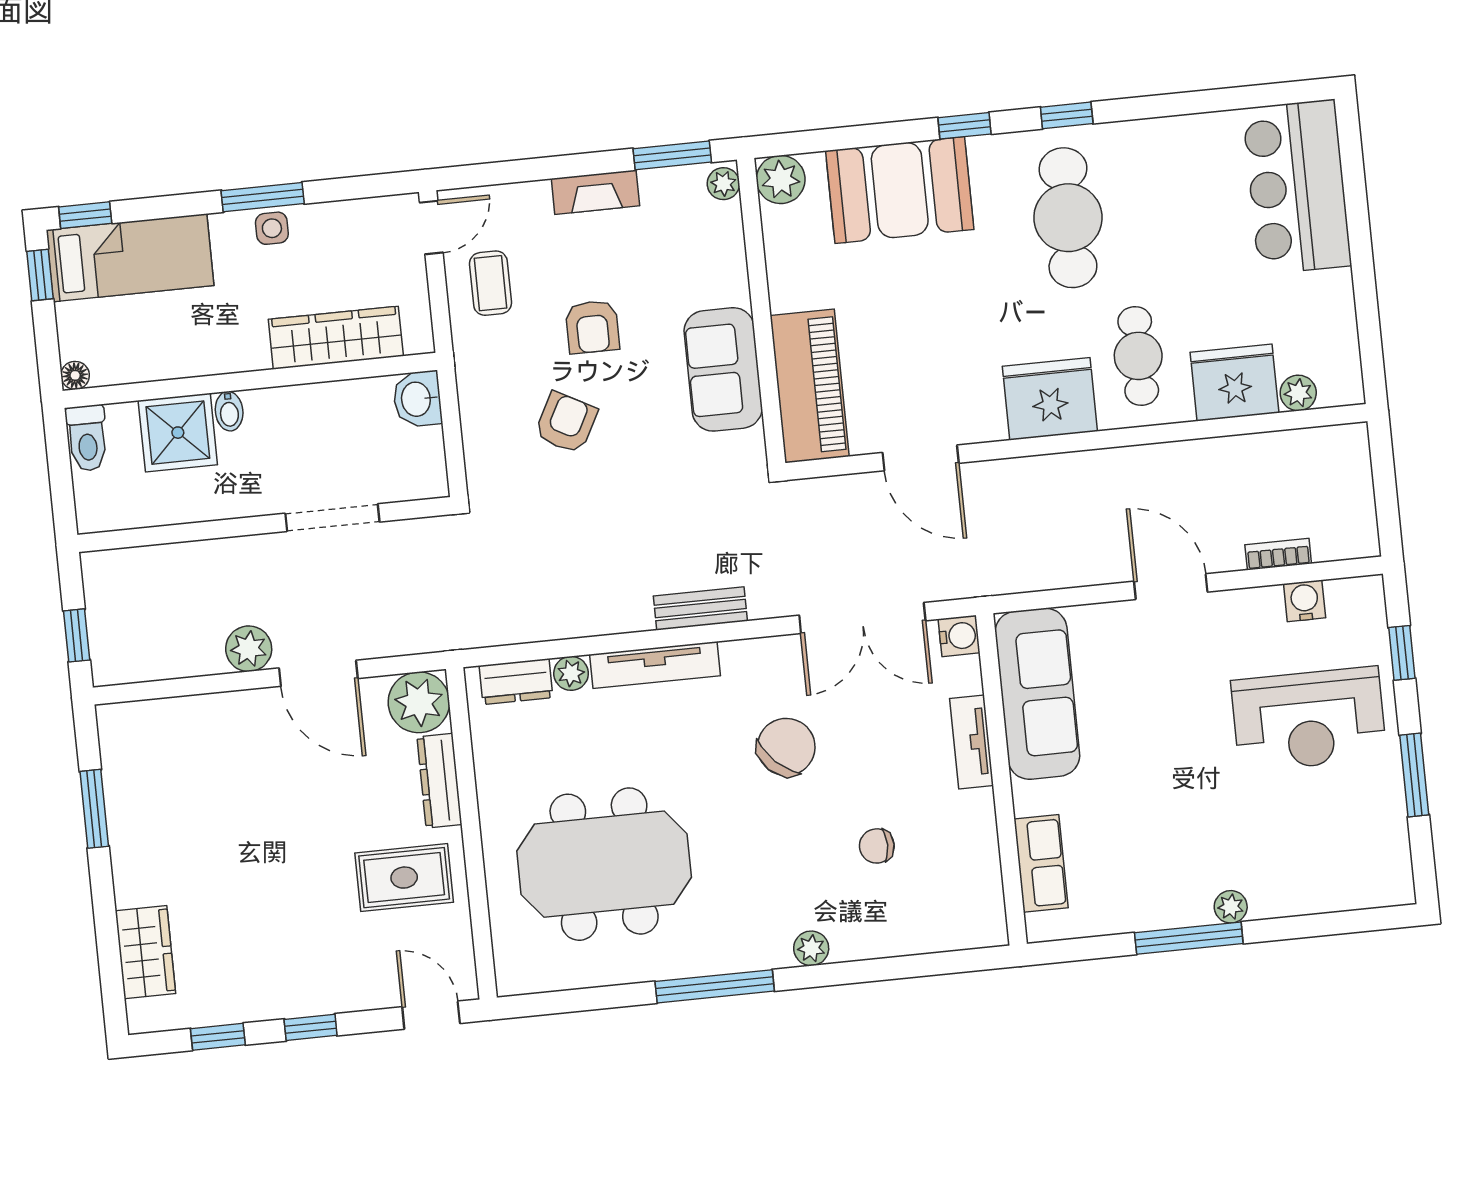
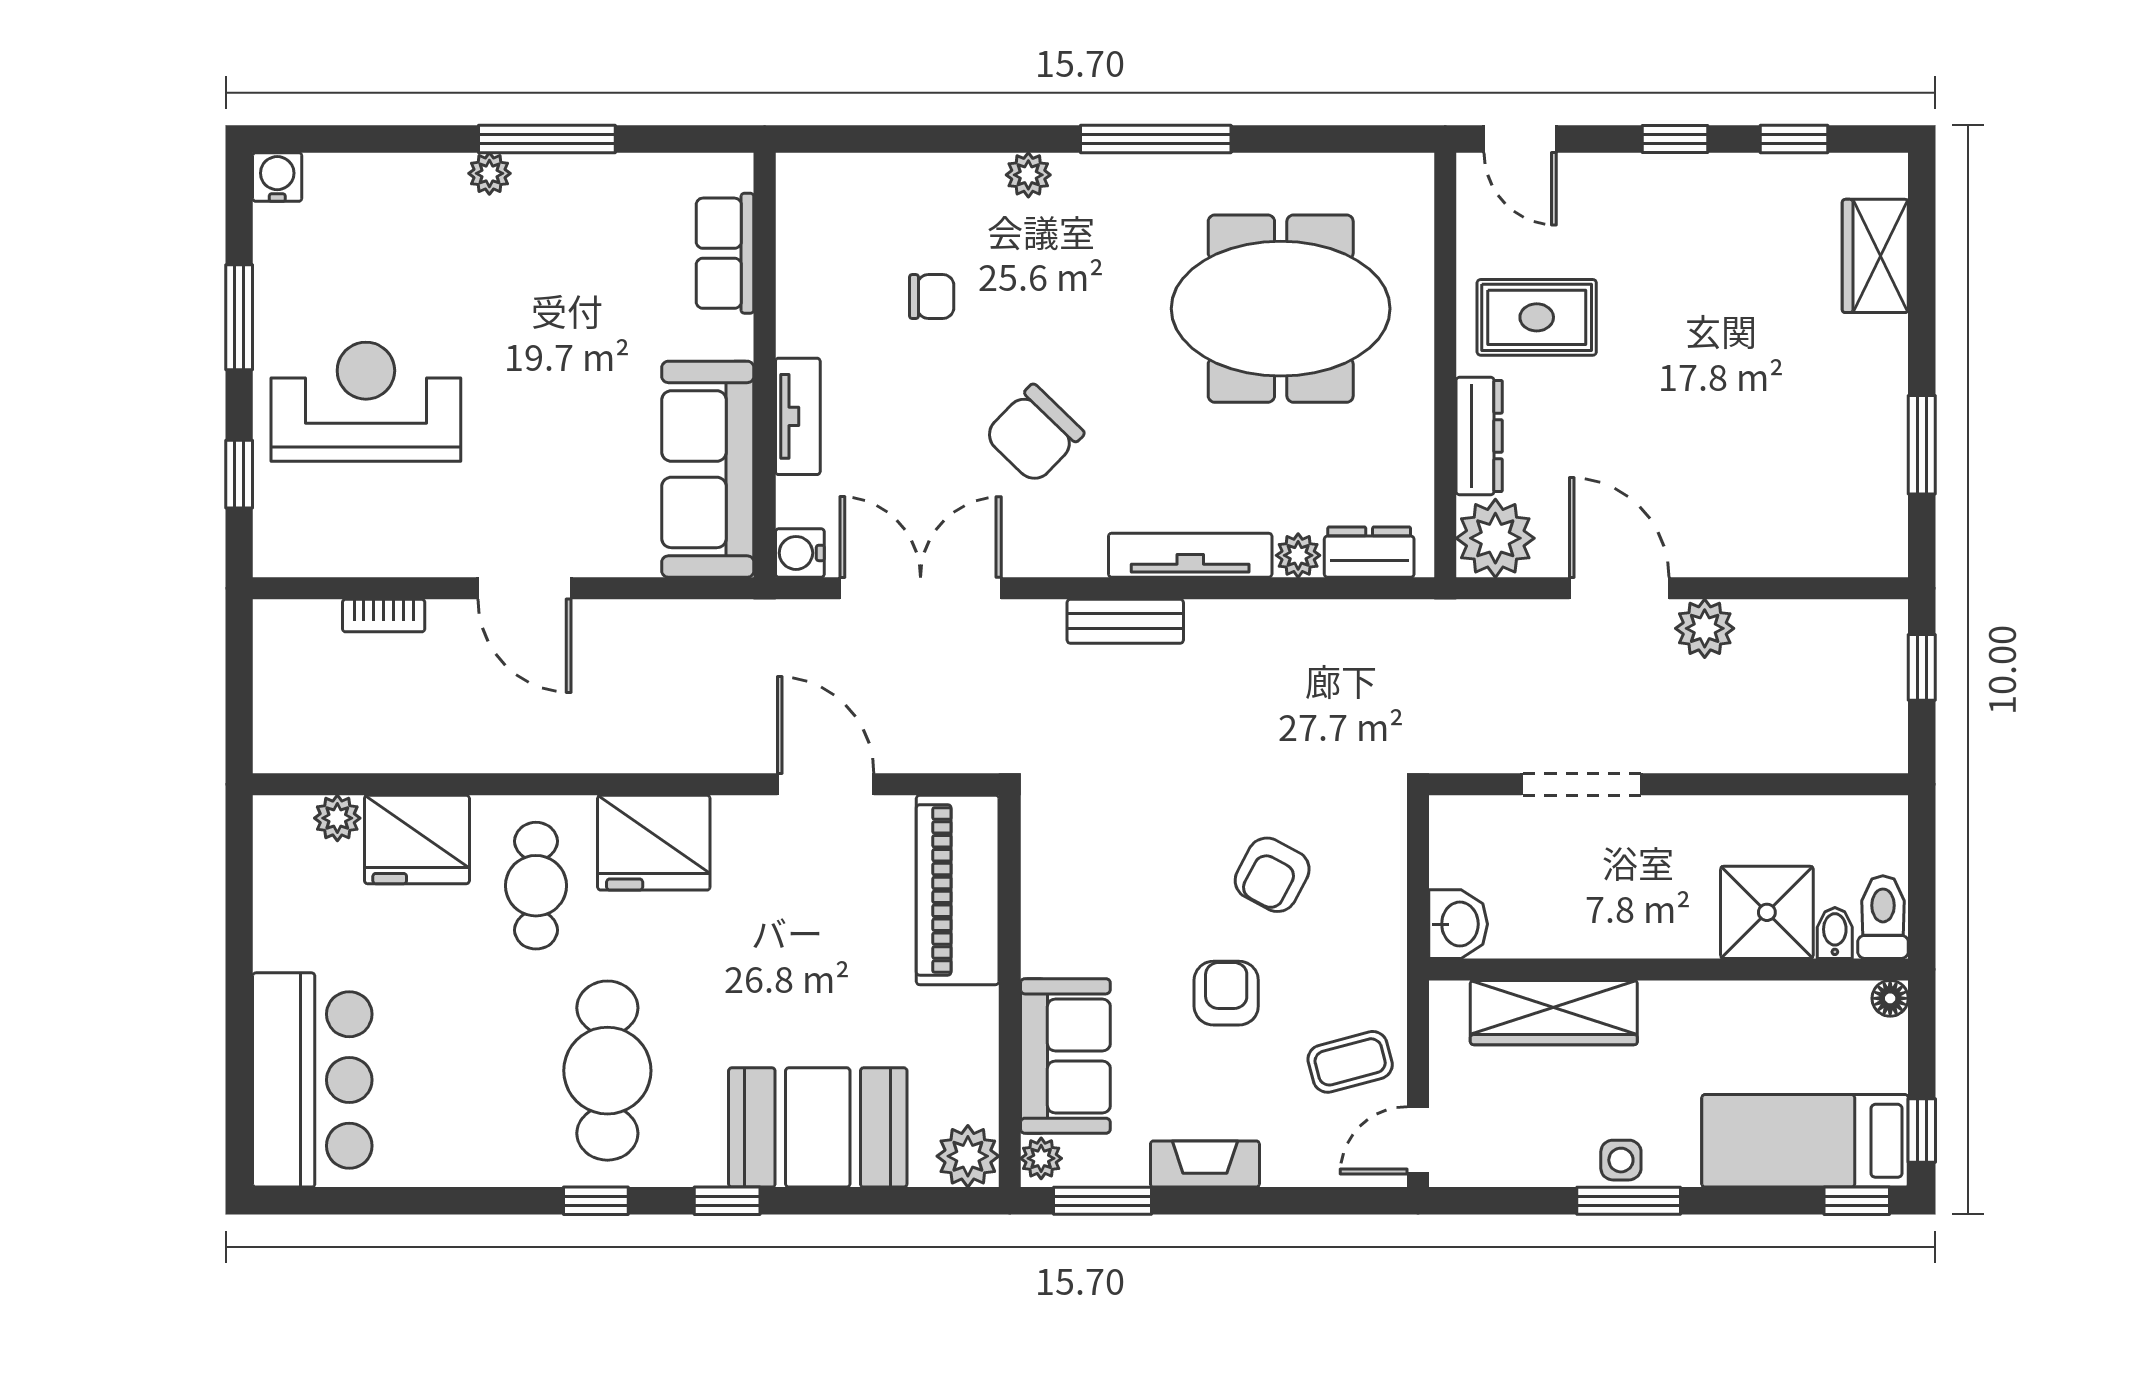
coffee table: (490, 283) -> (1350, 1062), turned 75
sofa: (723, 369) -> (1065, 1056), moved
bidet: (229, 411) -> (1835, 933), moved
water cooler: (1305, 601) -> (277, 177), moved, turned 180

